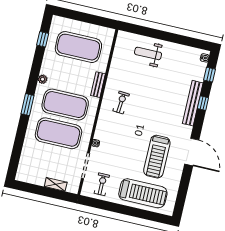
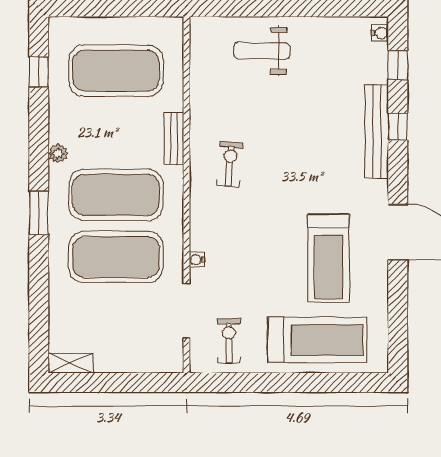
shelving: (56, 184) -> (71, 363), moved

